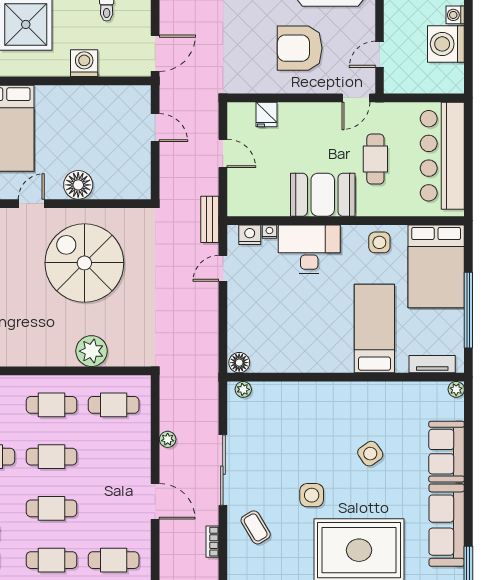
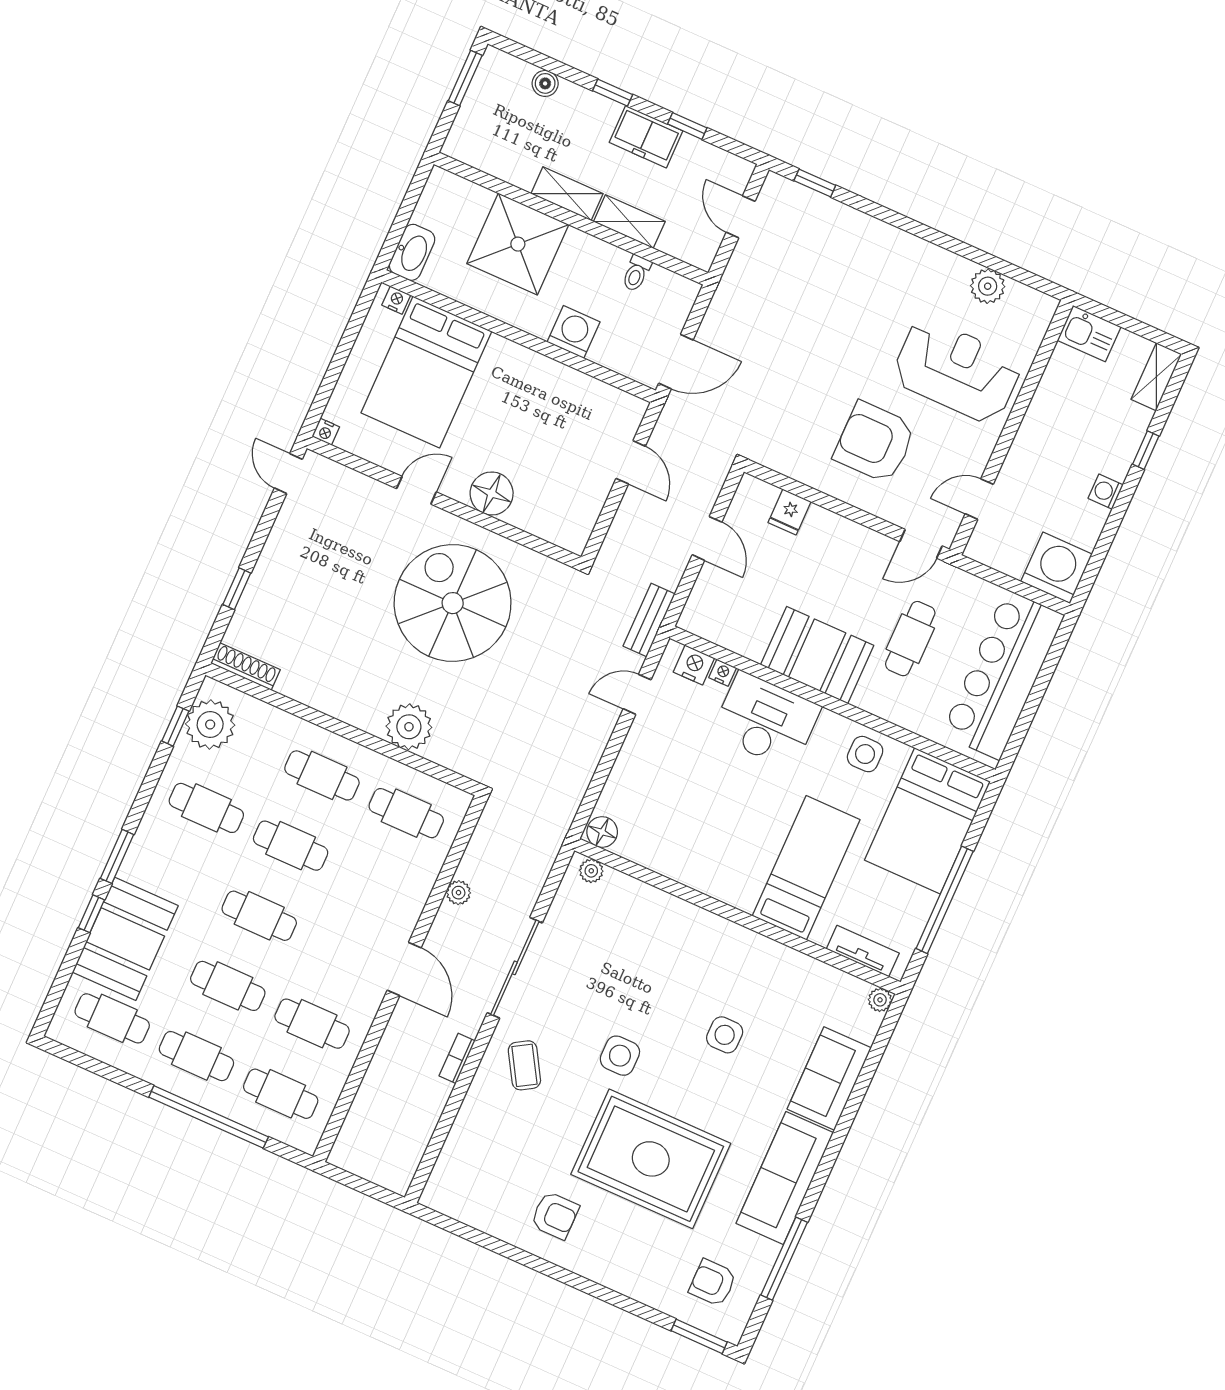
washing machine: (446, 44) -> (1056, 568), moved, turned 90
side table: (370, 454) -> (725, 1035), turned 35

